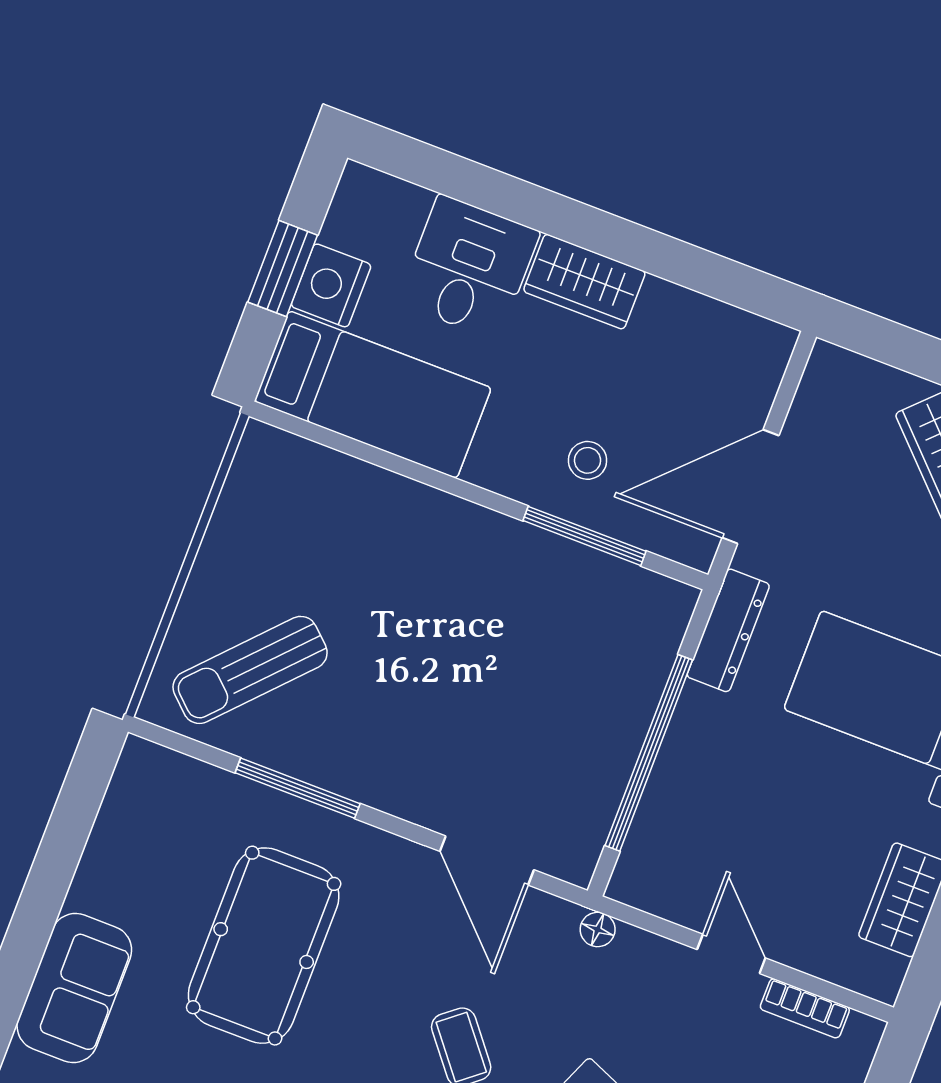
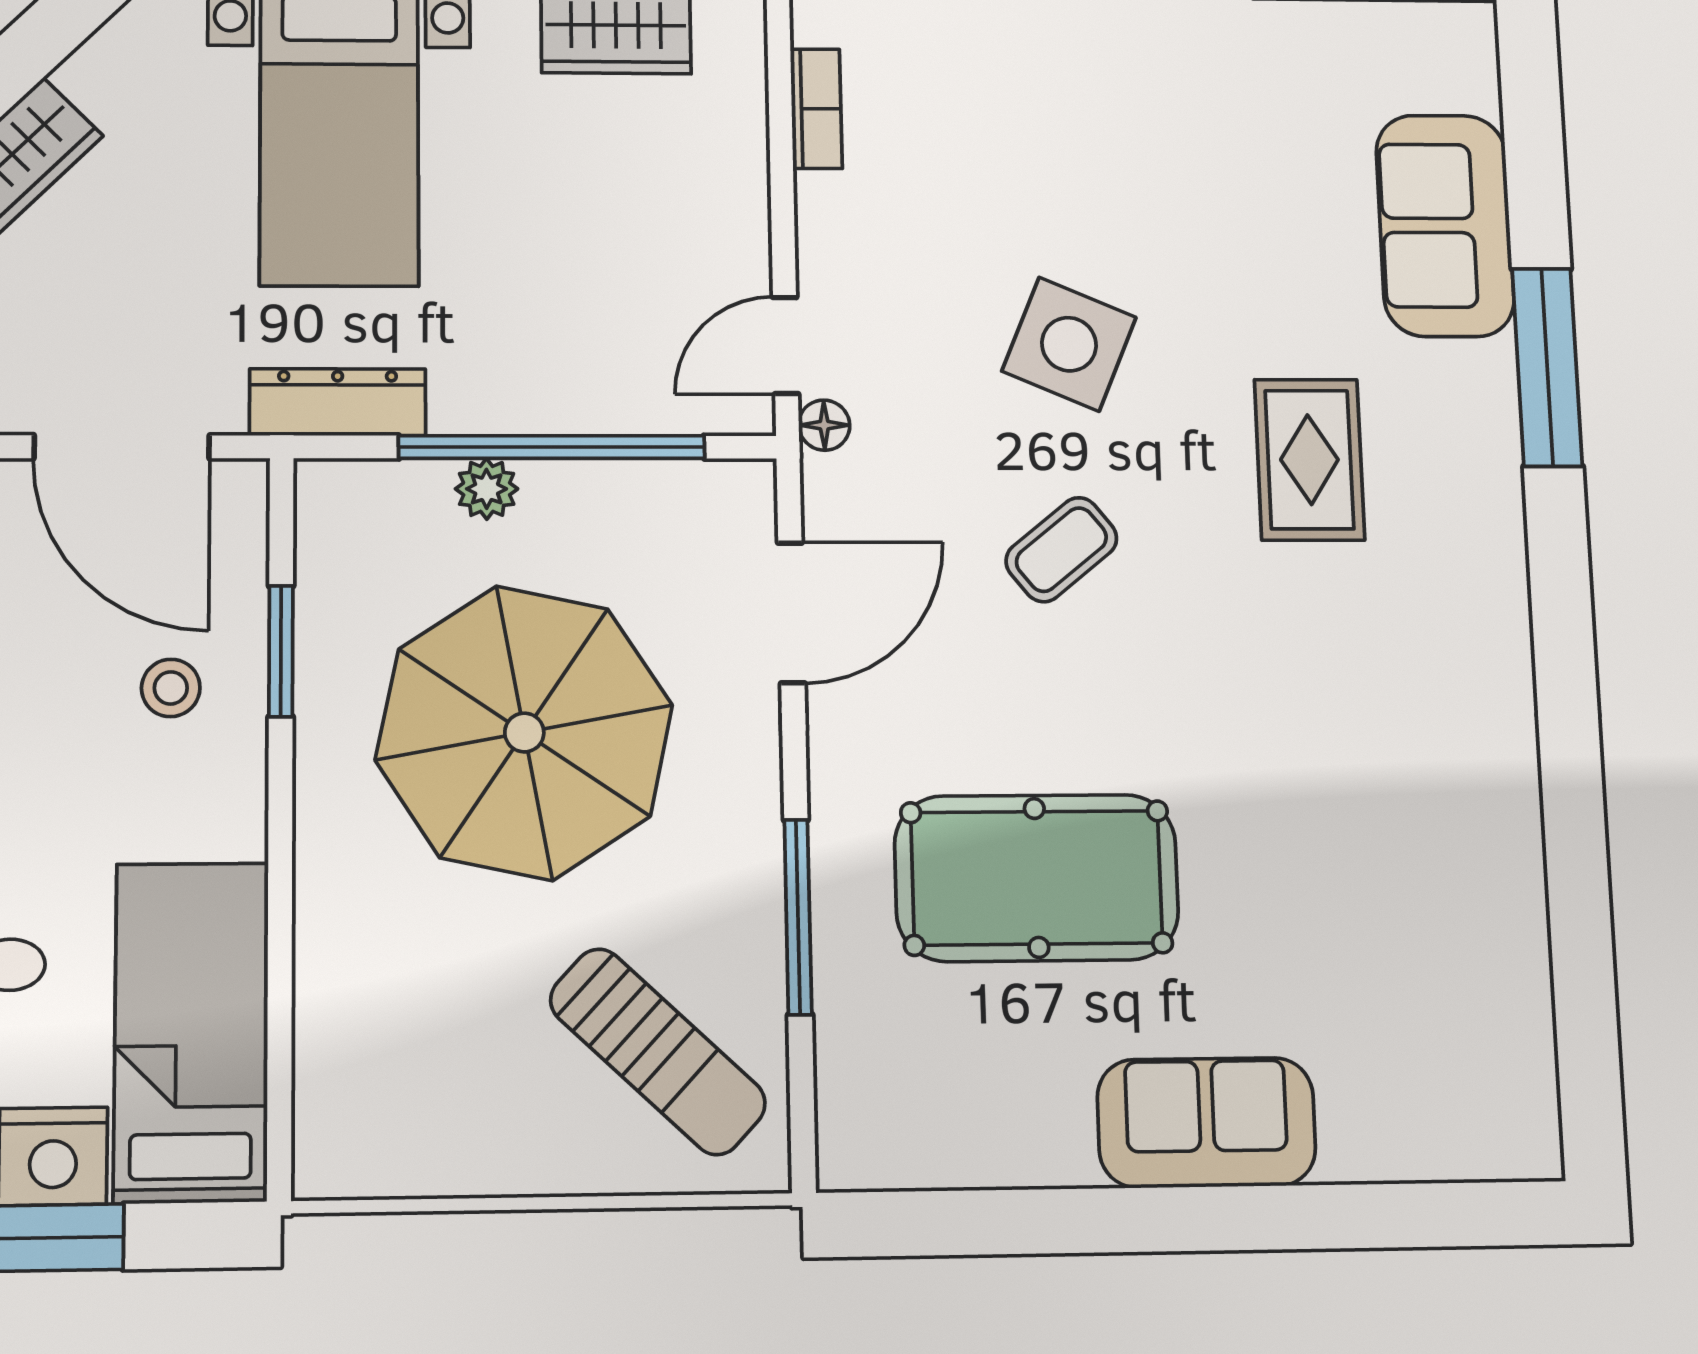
window: (584, 536) -> (281, 651), width x0.69
parasol: (476, 665) -> (524, 733), added
plant: (638, 702) -> (487, 489), added
door: (731, 954) -> (786, 345), moved

